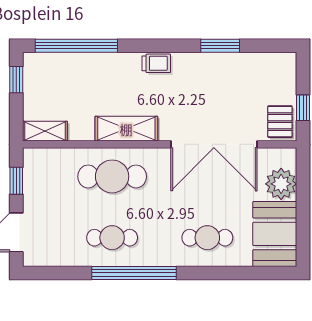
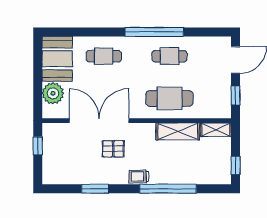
window: (76, 46) -> (168, 189), moved
pallet: (280, 122) -> (113, 149), moved, turned 90
shelving: (126, 129) -> (178, 131), moved

